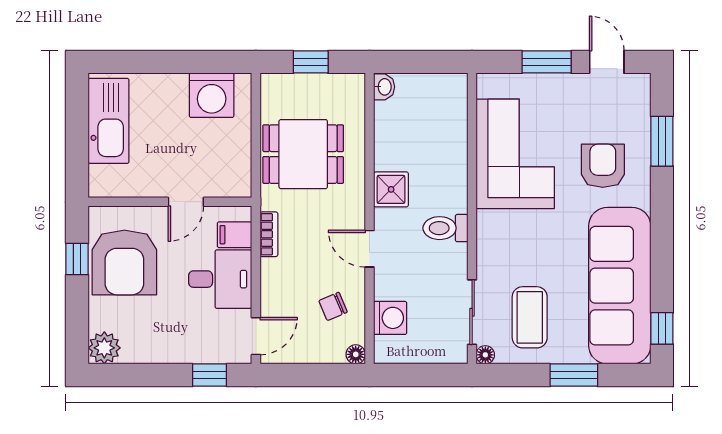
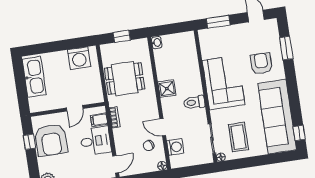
window: (547, 62) -> (218, 22), moved
corner sofa: (515, 154) -> (224, 83), moved
door: (369, 249) -> (163, 127), moved
window: (574, 375) -> (262, 160), removed

